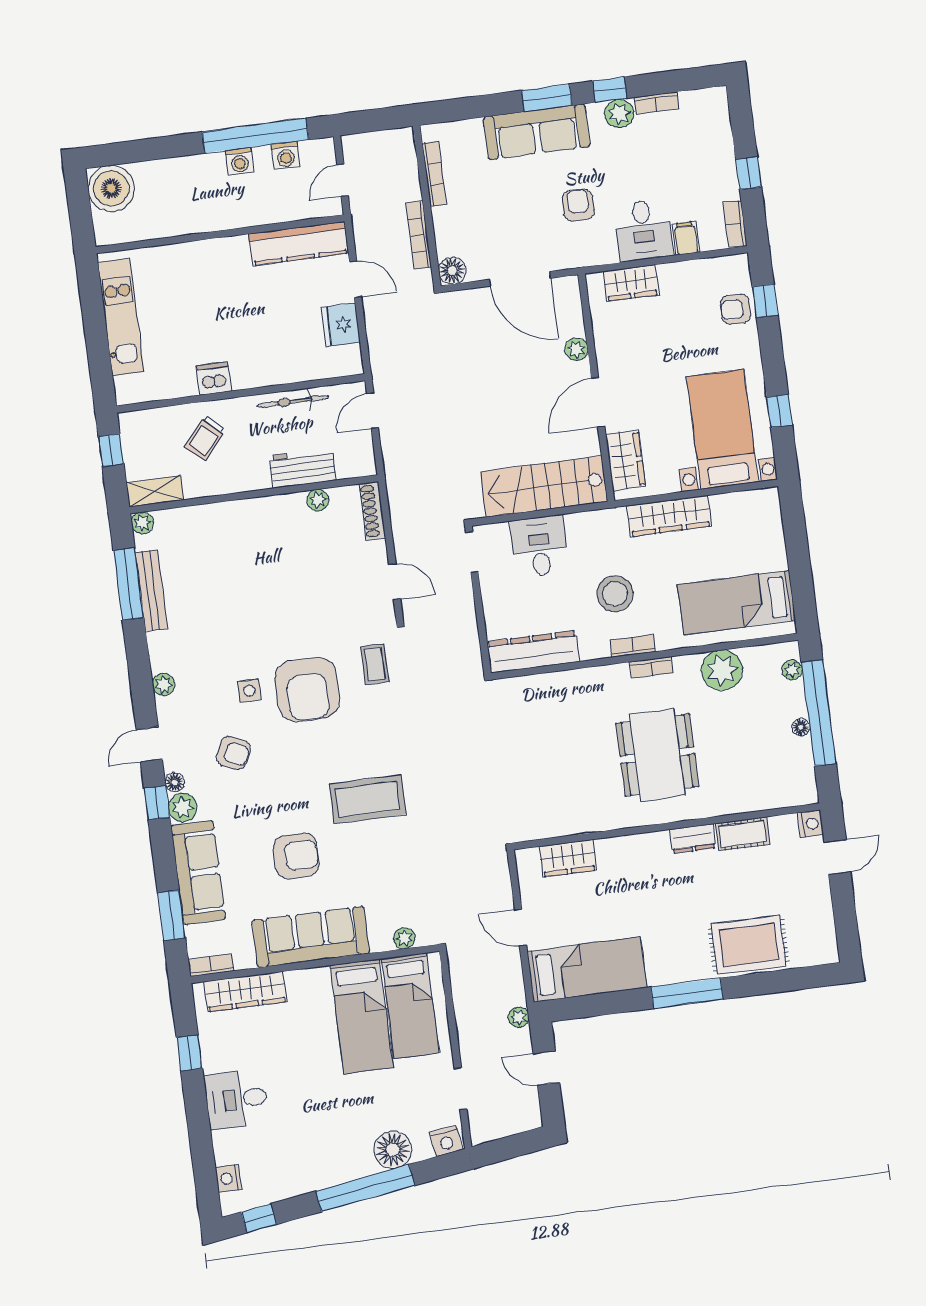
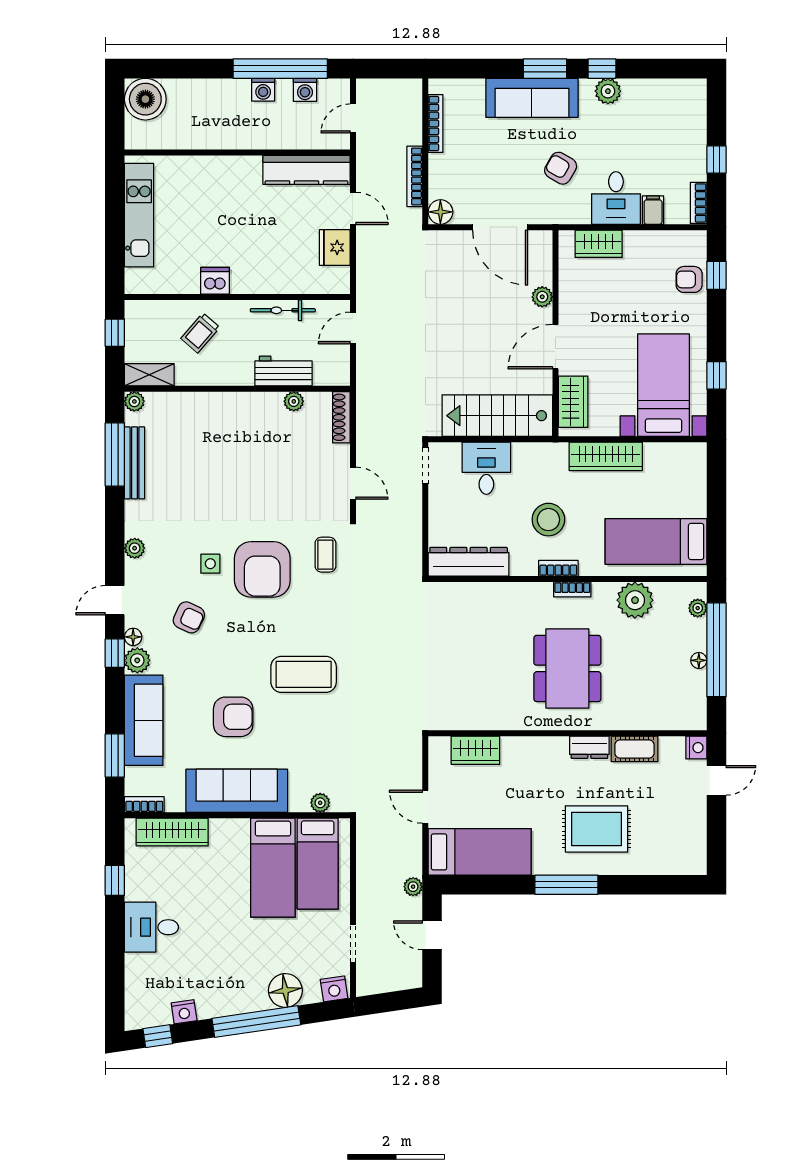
bookcase: (656, 103) -> (642, 86), removed
armchair: (578, 205) -> (561, 168), turned -60
rug: (749, 945) -> (596, 829), moved
nightstand: (228, 1178) -> (184, 1012), moved, turned -98

